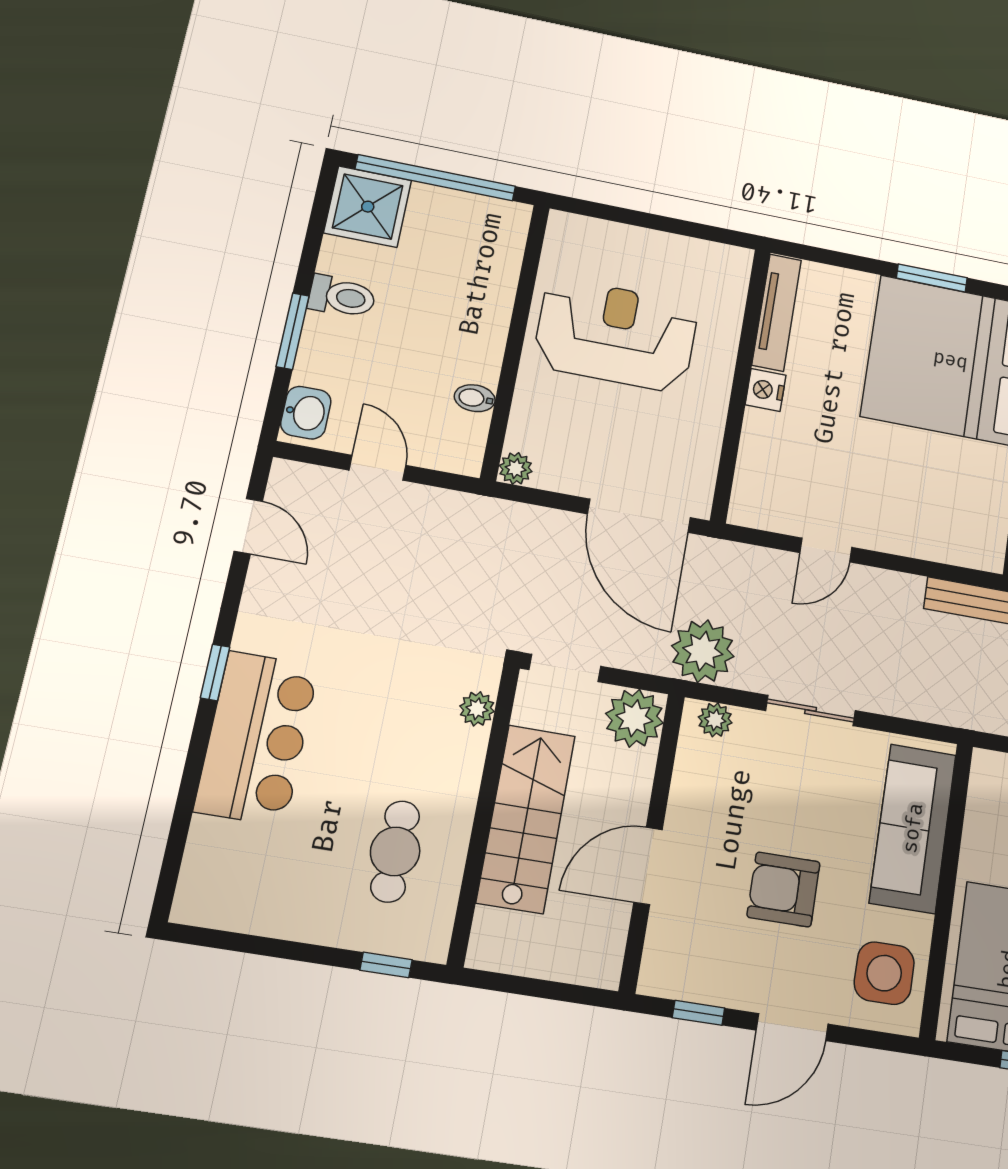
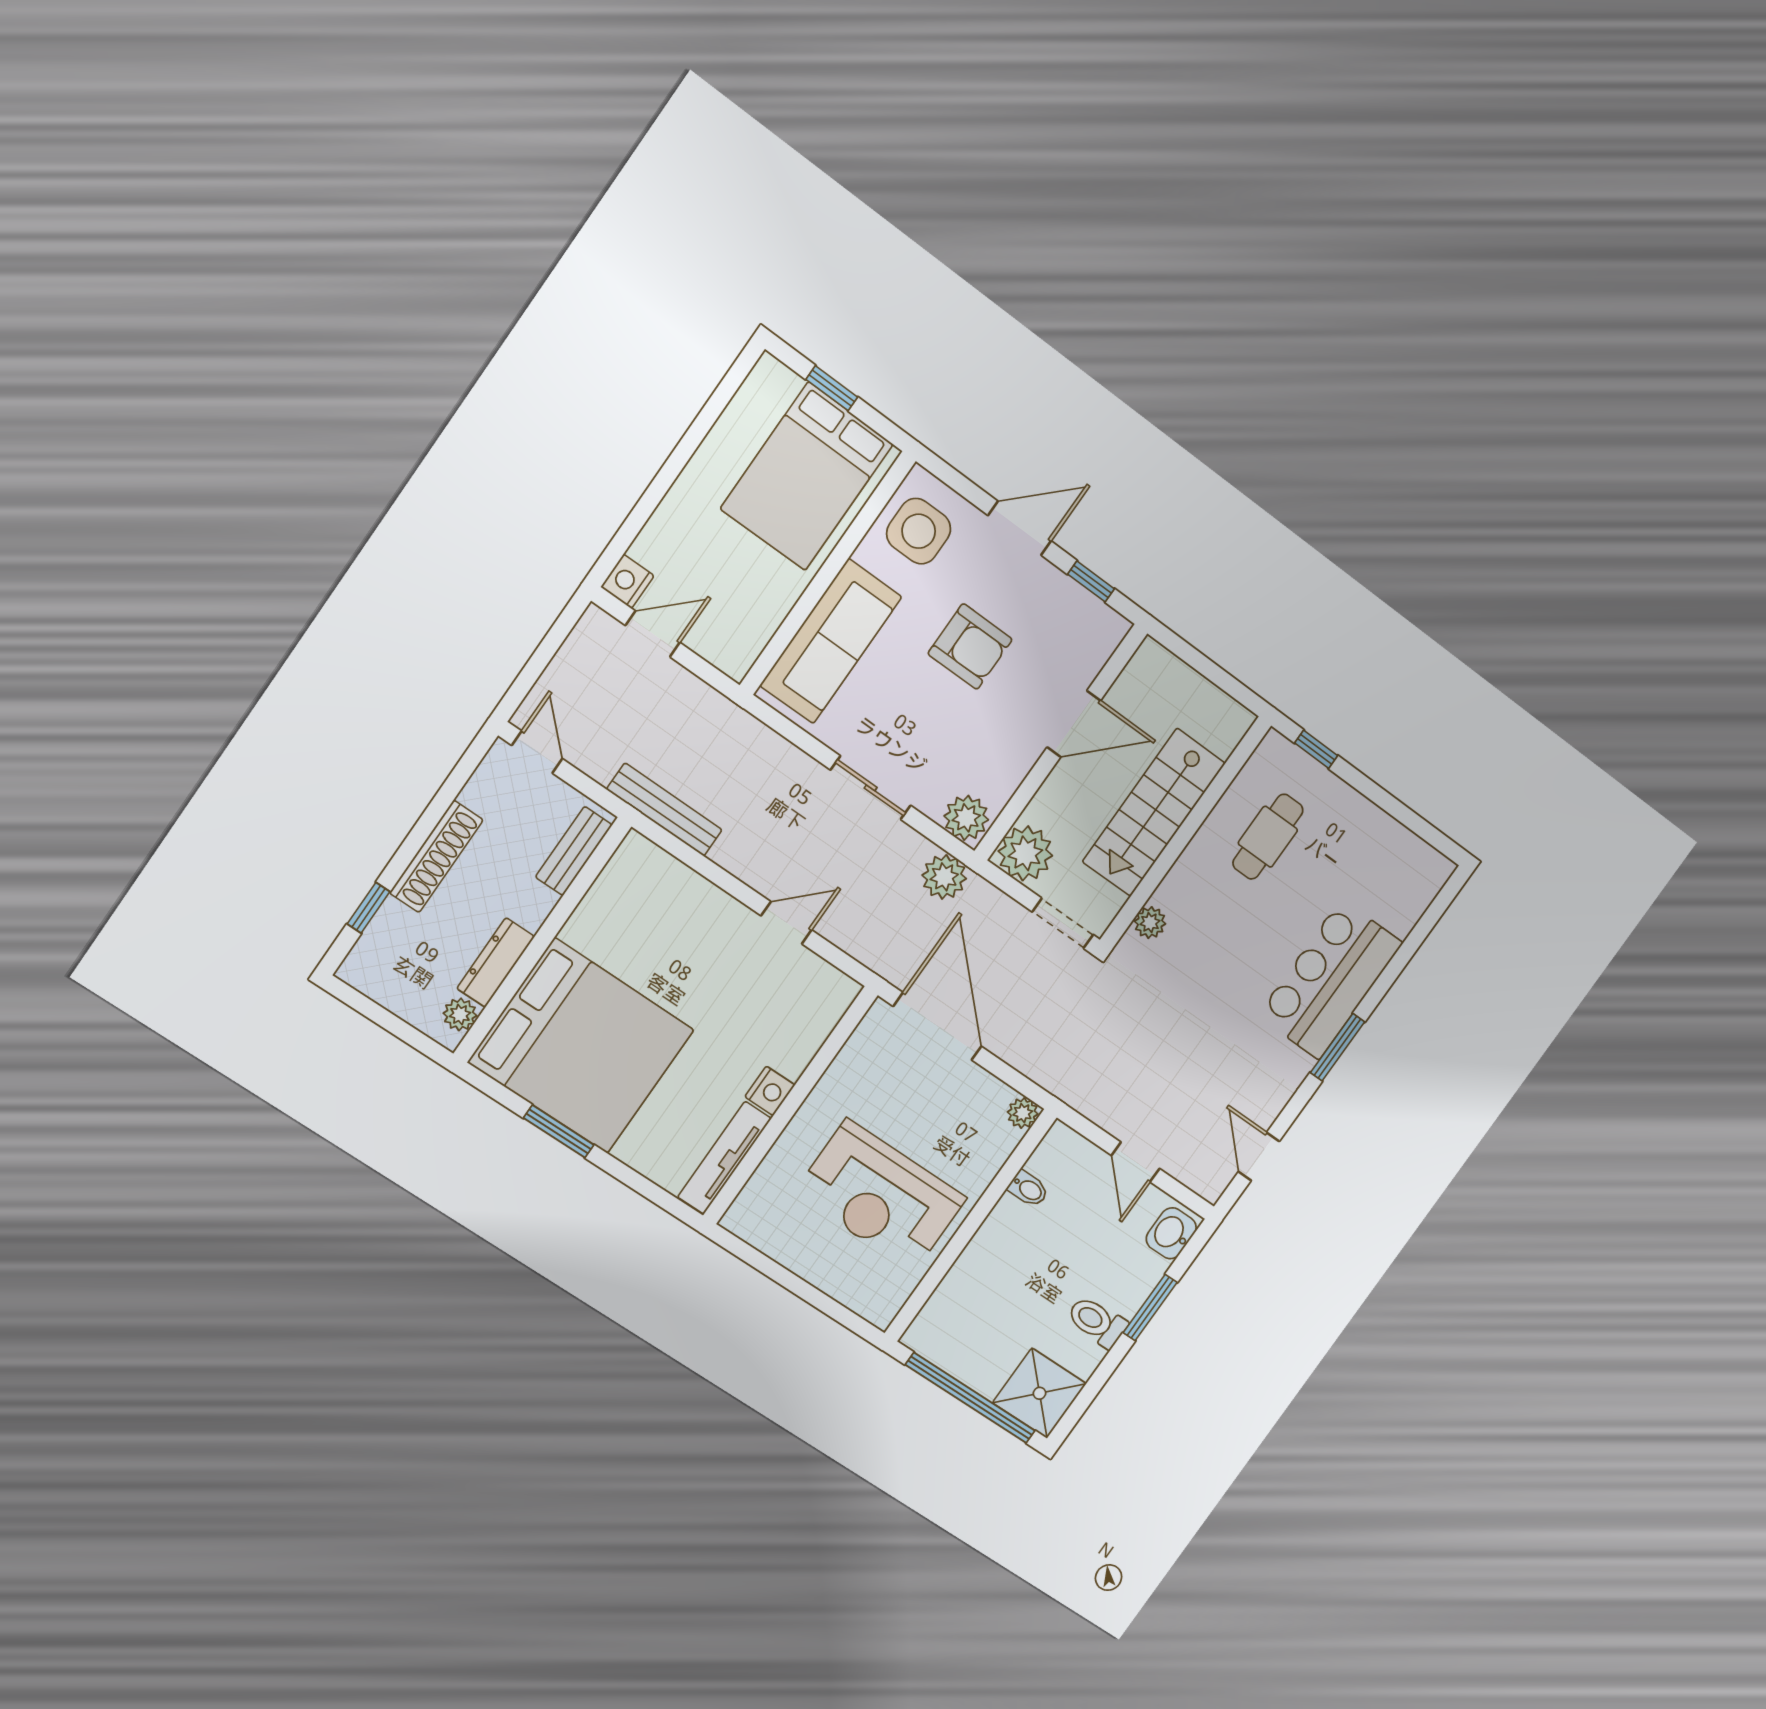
plant: (703, 651) -> (944, 877), width x0.73, depth x0.73
window: (215, 673) -> (1337, 1047), width x1.50
plant: (715, 720) -> (966, 818), width x1.38, depth x1.38

